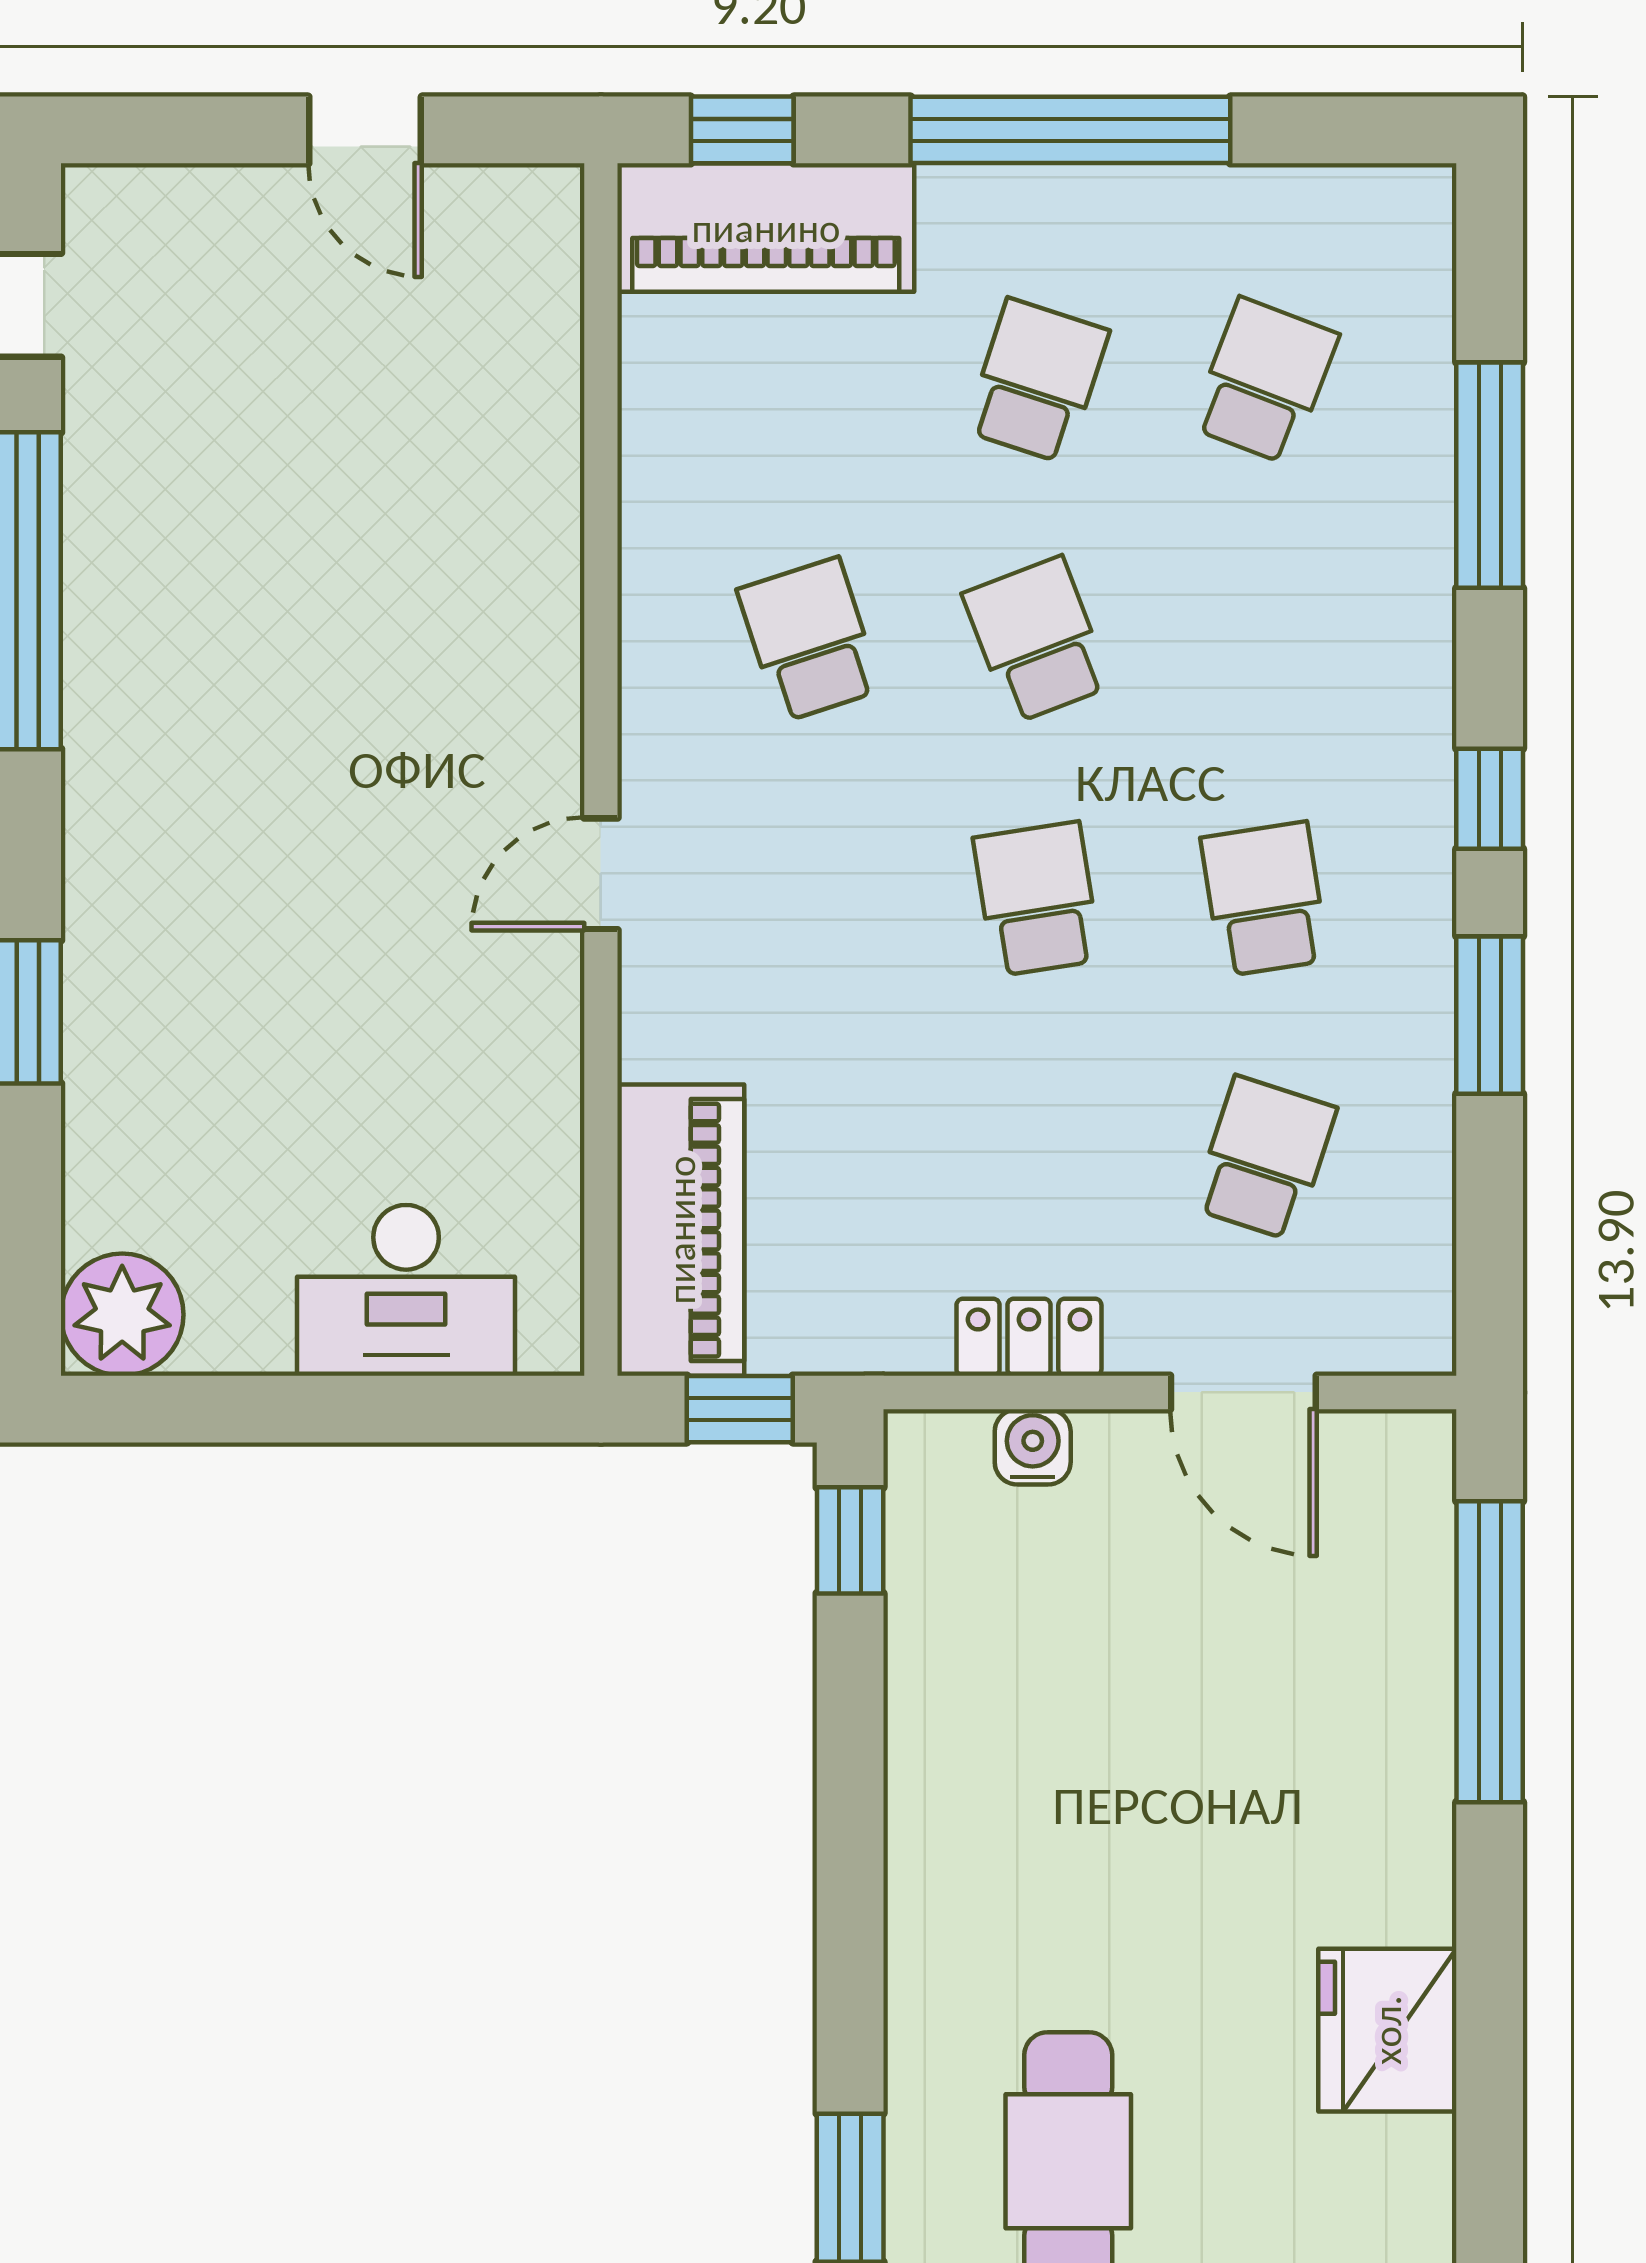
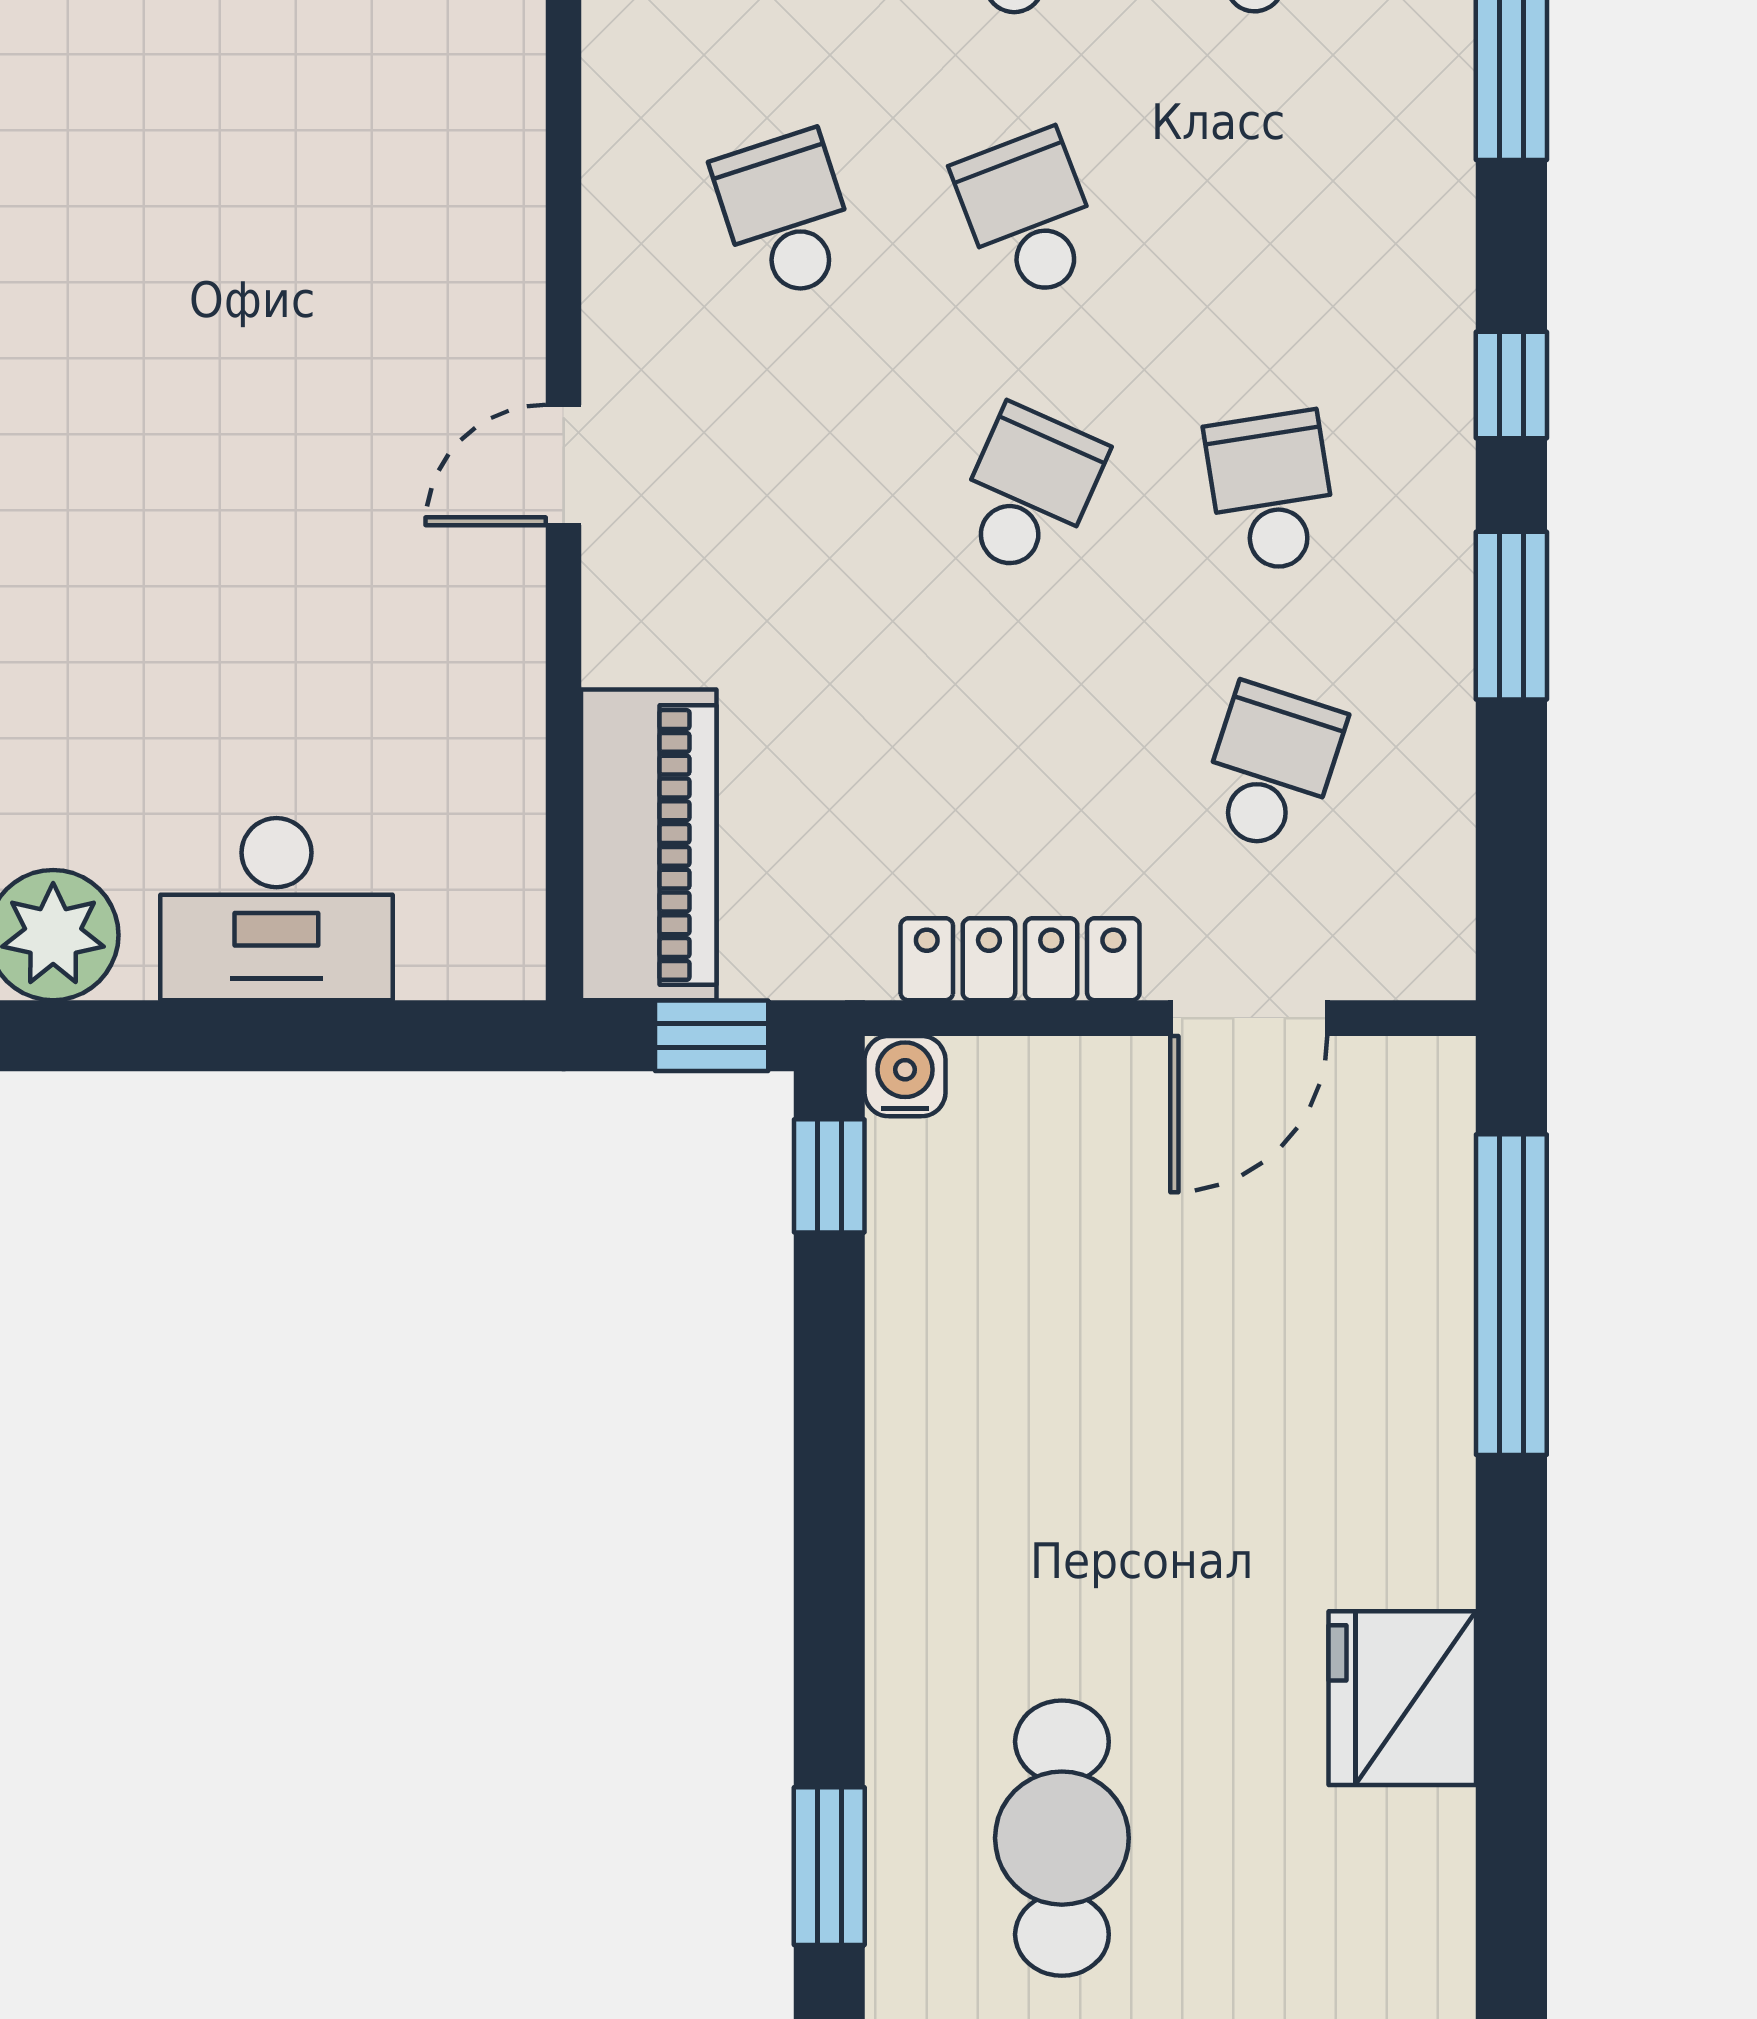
school desk: (1037, 899) -> (1029, 492), turned 33
desk: (406, 1290) -> (276, 909), moved
locker: (1029, 1337) -> (1020, 959), width x1.53
door: (1243, 1392) -> (1249, 1018), hinge flipped
water cooler: (1033, 1447) -> (905, 1076), moved

